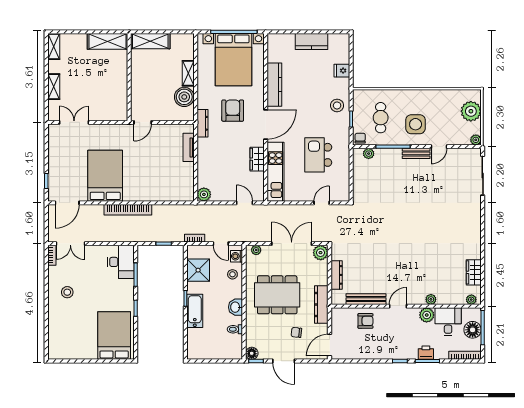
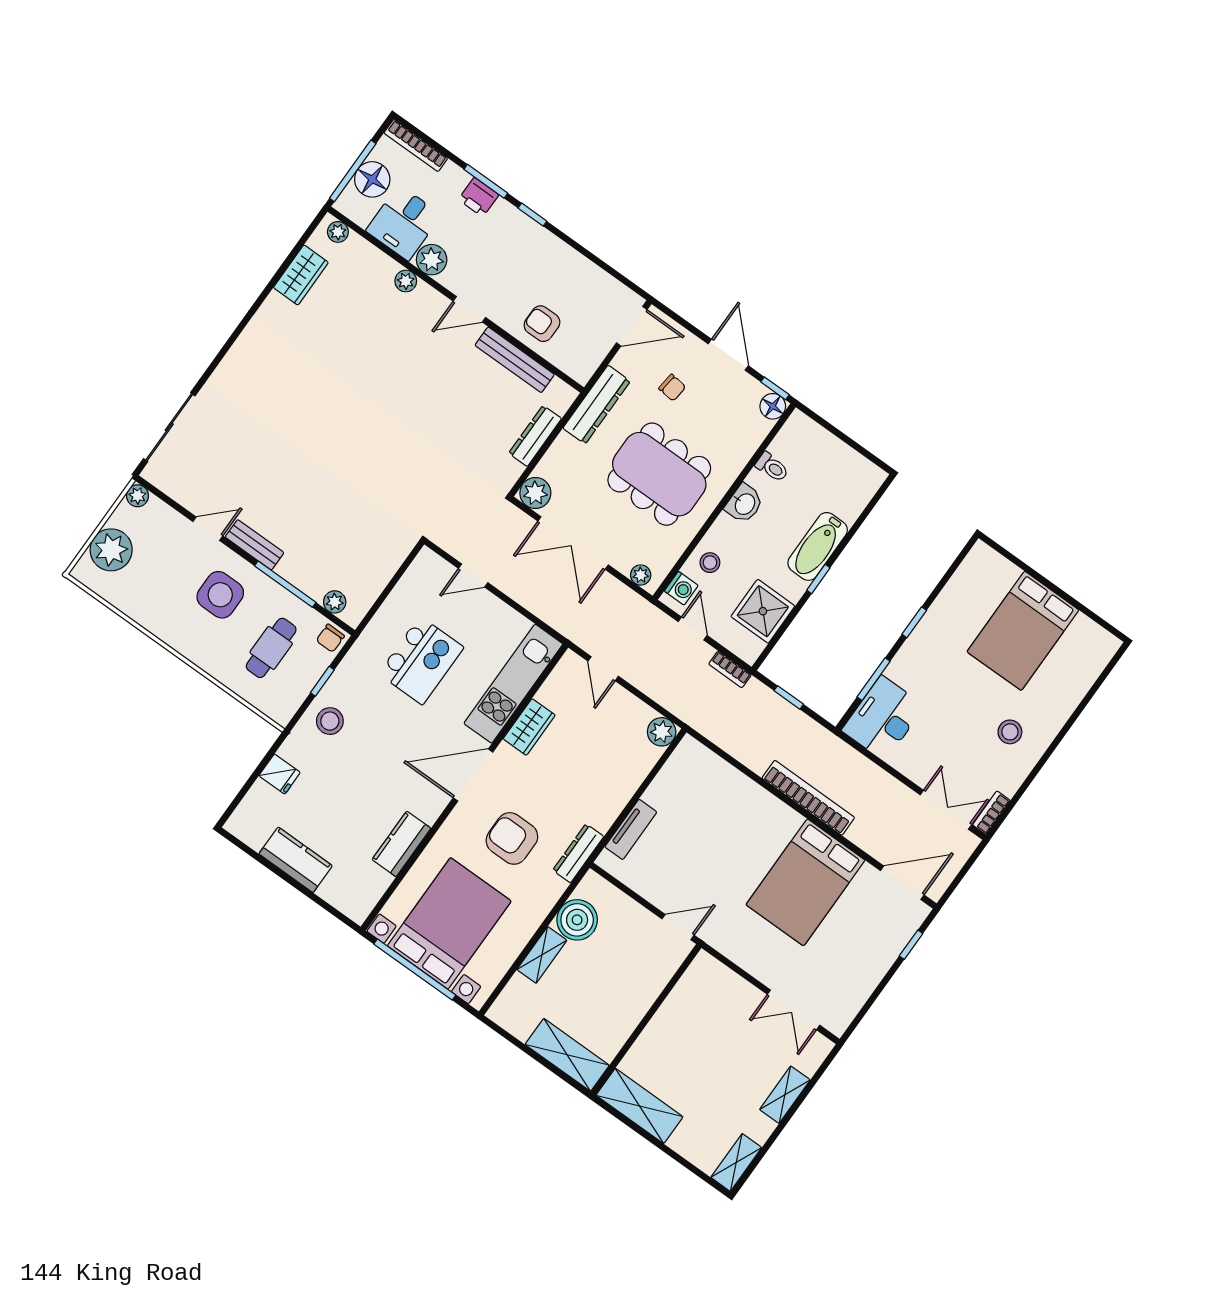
kitchen counter: (274, 85) -> (401, 844), width x0.67
armchair: (233, 111) -> (512, 838), turned 90
bed: (114, 335) -> (1023, 631), moved

